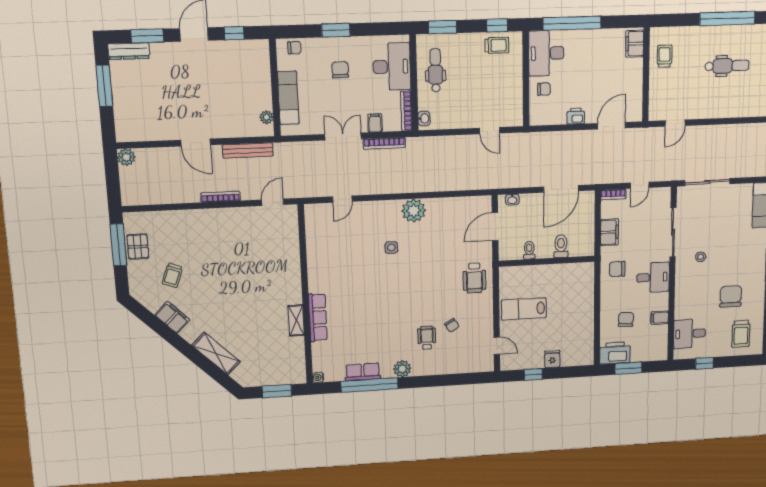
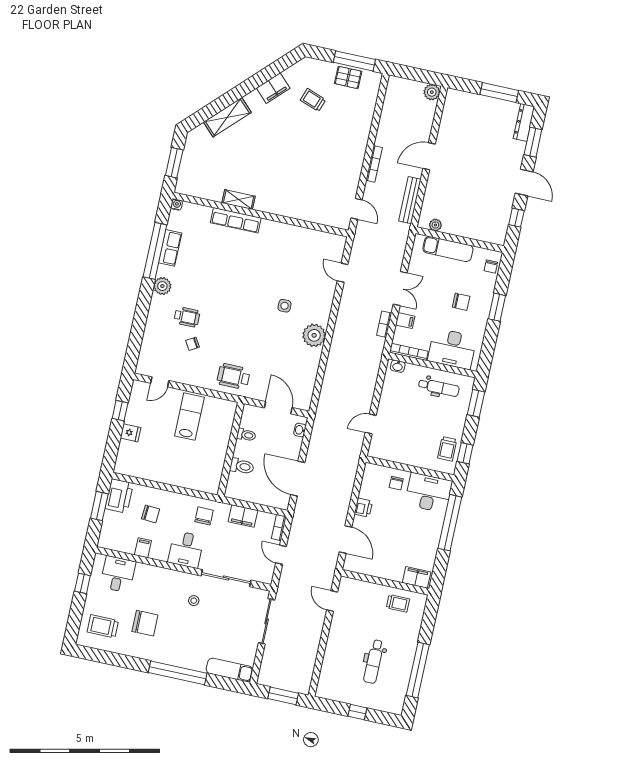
bookcase: (384, 143) -> (384, 324), width x0.64

